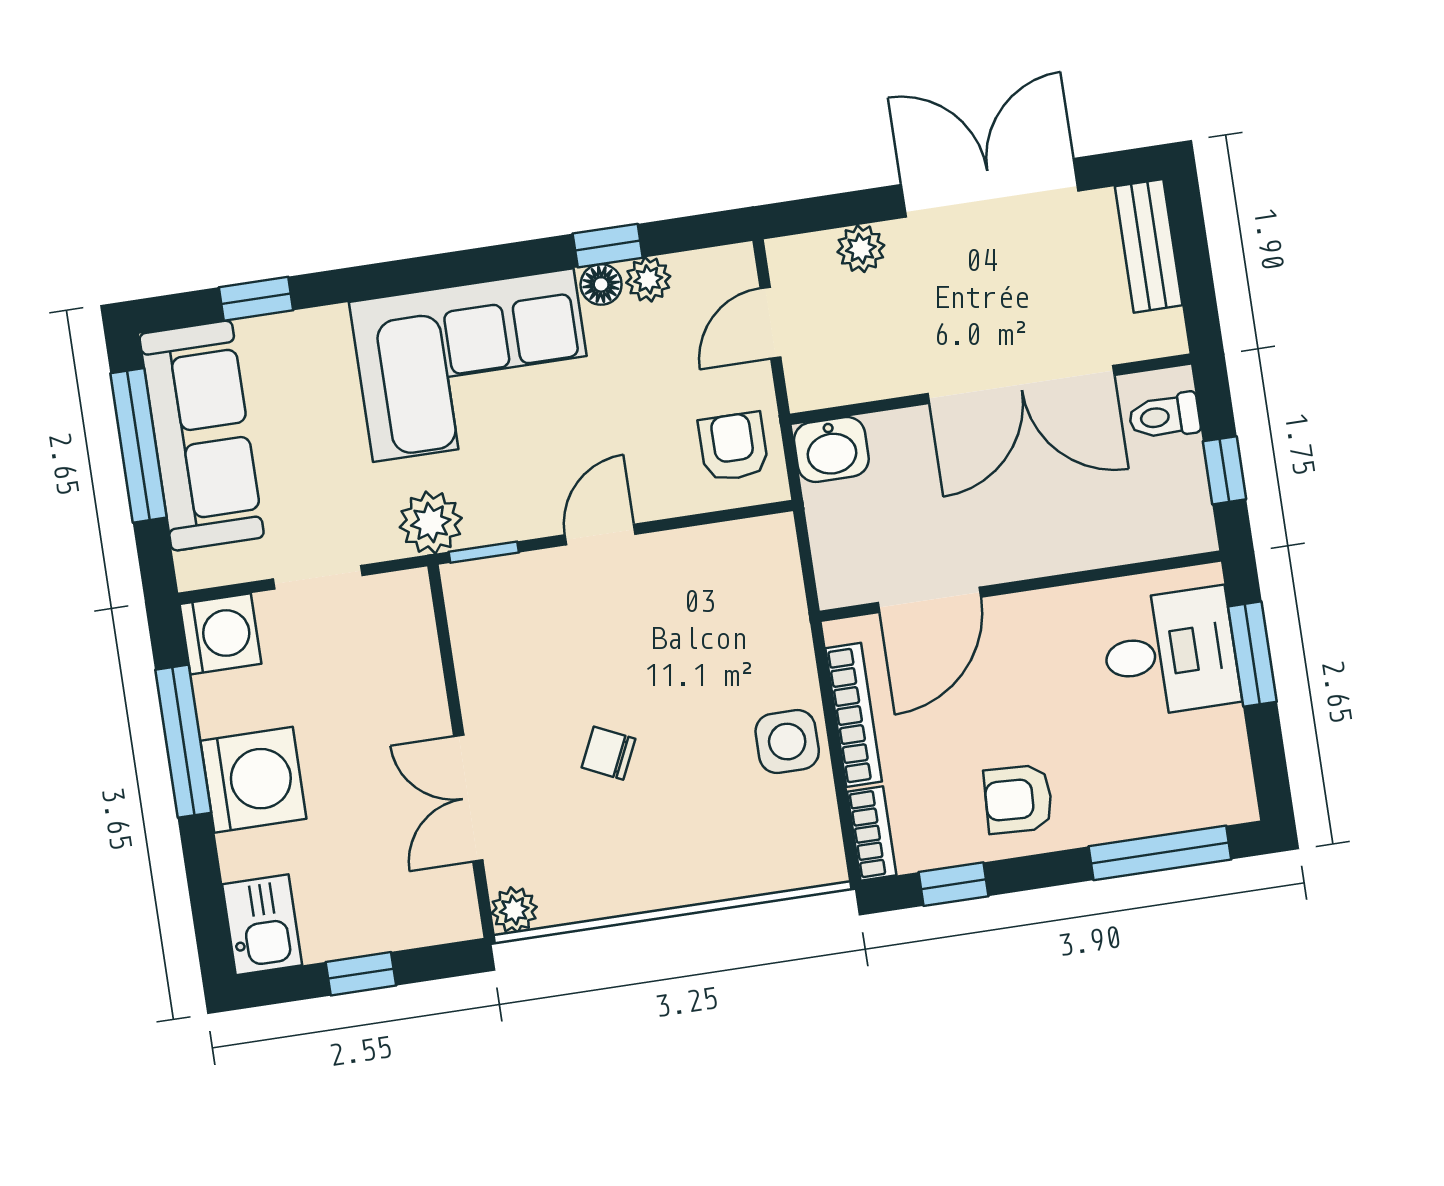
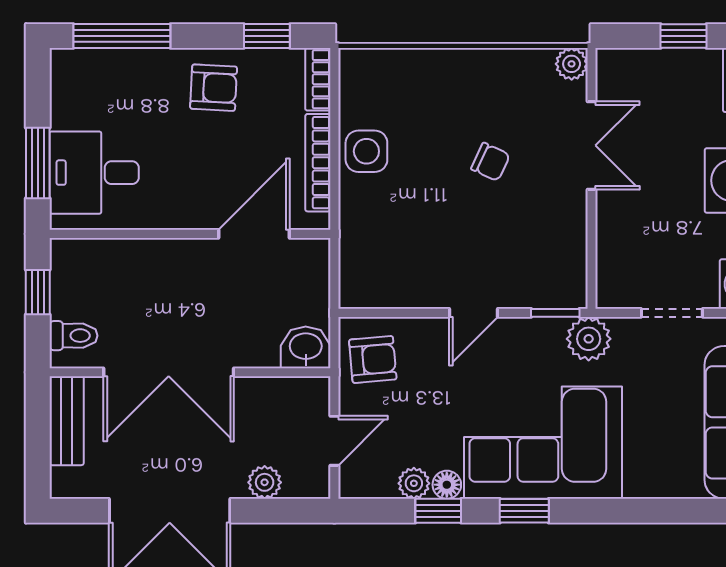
bench: (1149, 246) -> (67, 421), moved
window: (256, 299) -> (524, 511), moved
double door: (1021, 385) -> (169, 372), swing flipped
armchair: (733, 447) -> (373, 359), turned -95

